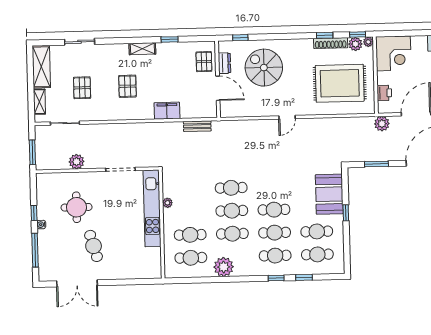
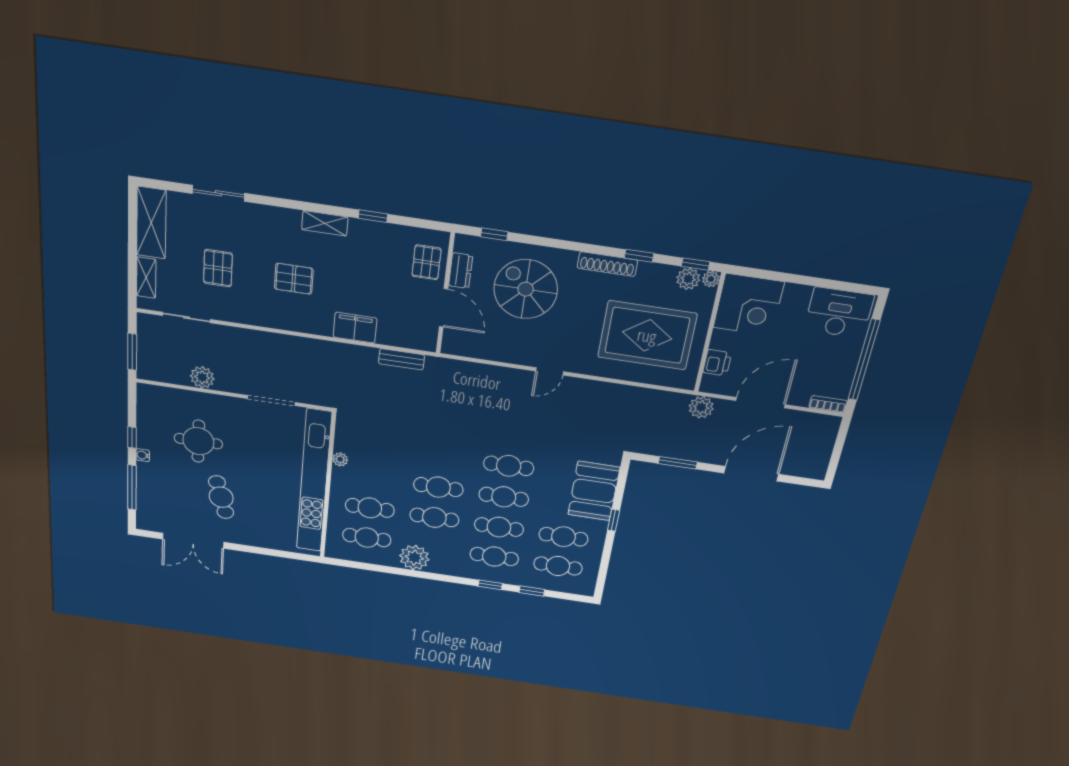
shoe rack: (331, 43) -> (607, 264), moved
pallet: (127, 86) -> (294, 279), turned 90
cafe table: (231, 188) -> (509, 466), moved
kitchen unit: (152, 208) -> (314, 482), width x1.36

